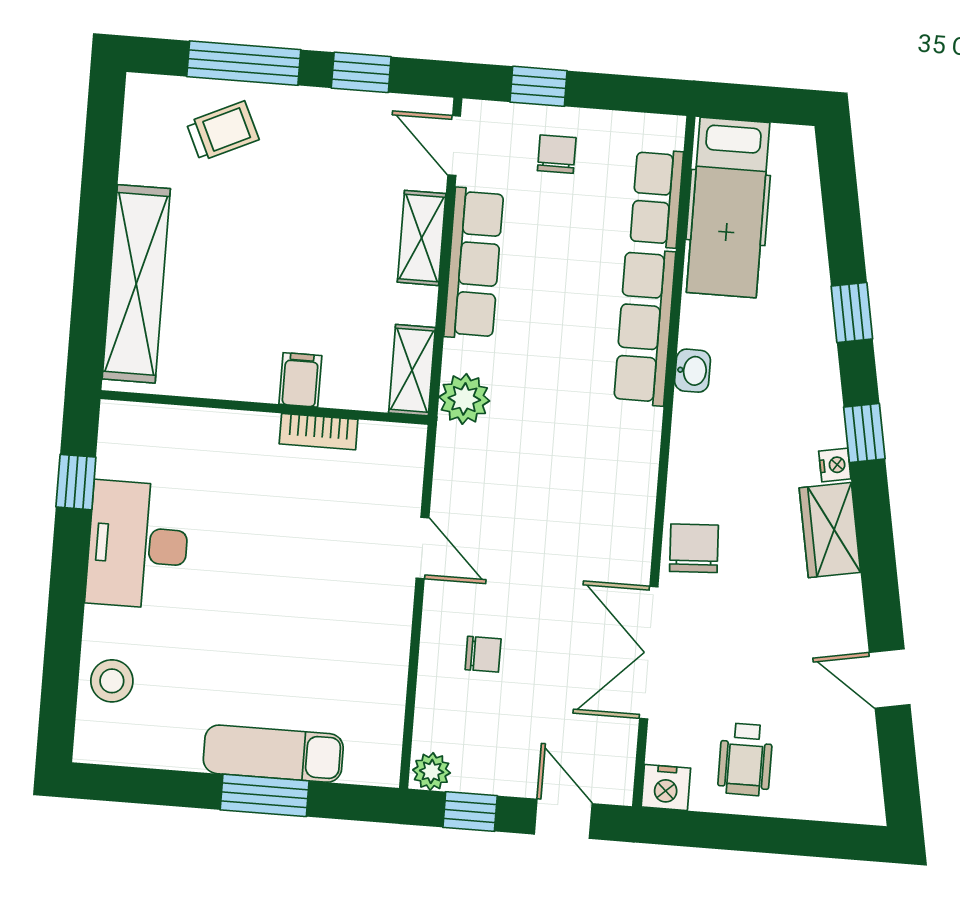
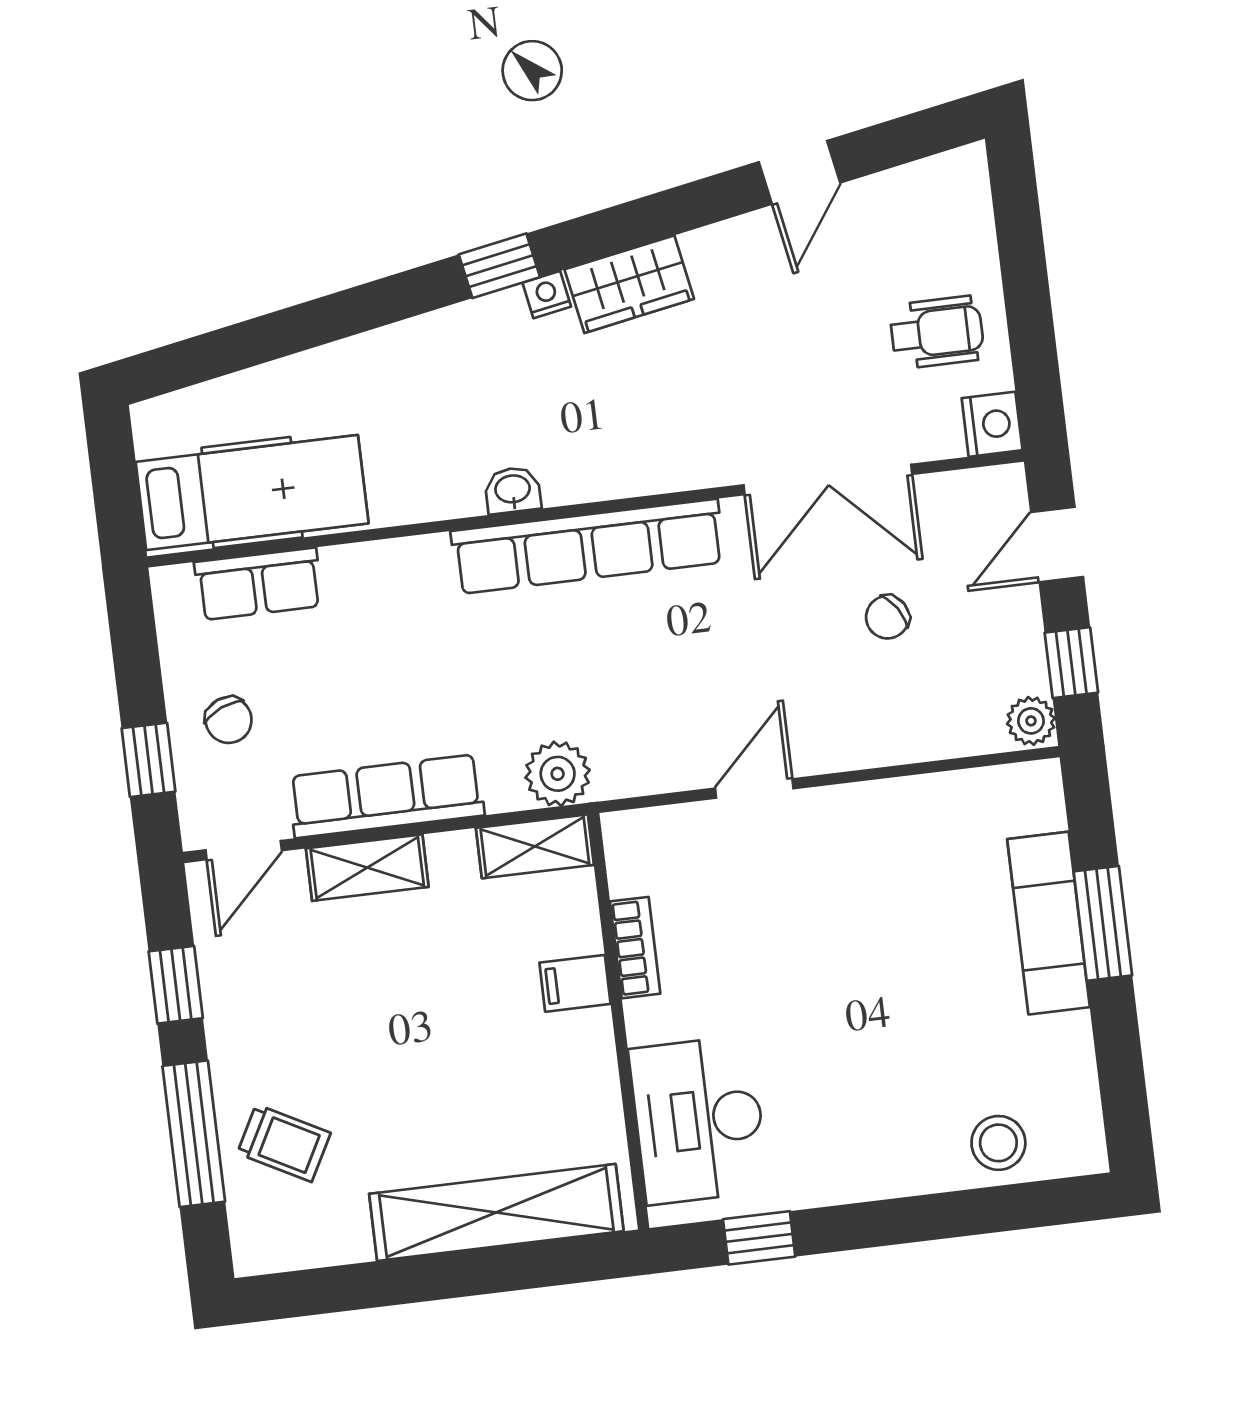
trolley: (223, 131) -> (284, 1143), turned 143
chair: (557, 154) -> (229, 720), turned -113
window: (852, 312) -> (352, 312), removed
row of seats: (645, 327) -> (588, 547), moved, width x1.36
washbasin: (692, 371) -> (513, 490), moved
desk: (138, 545) -> (699, 1120), moved, turned 90
chair: (694, 548) -> (686, 449), removed
chair: (483, 654) -> (887, 617), moved, turned -123

